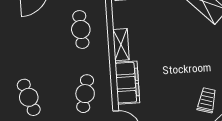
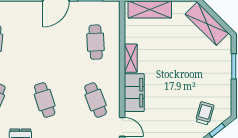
cafe table: (85, 94) -> (96, 100), turned -33

